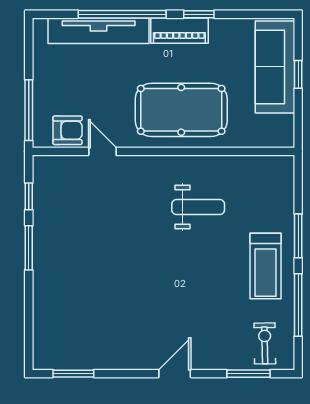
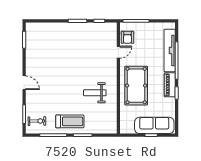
weight bench: (198, 207) -> (95, 93), turned 90
treadmill: (266, 266) -> (70, 121), turned 180

